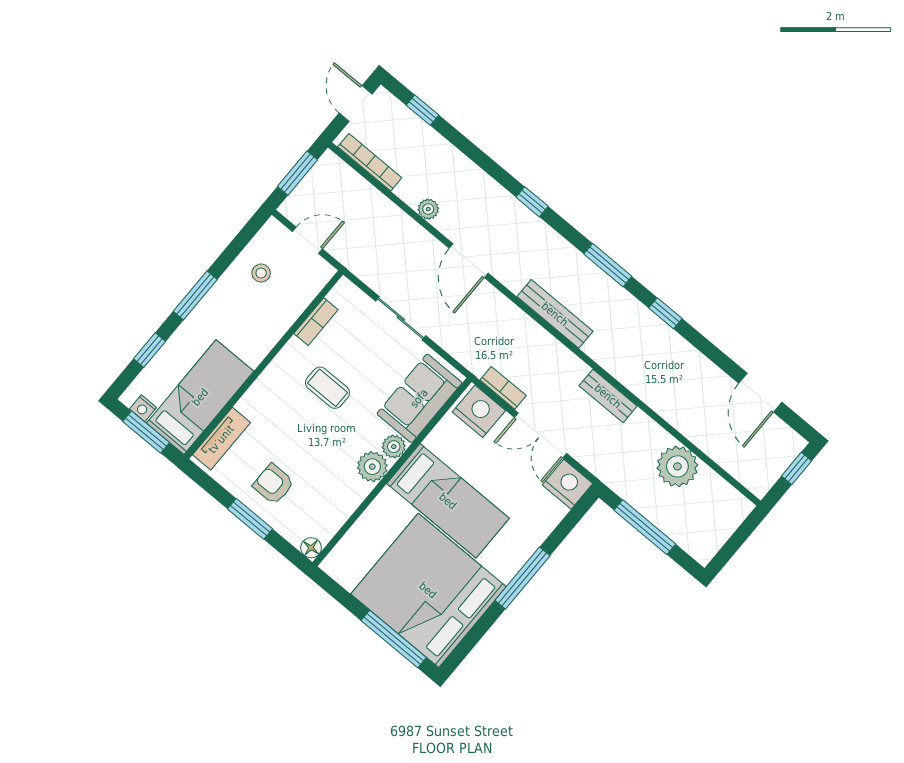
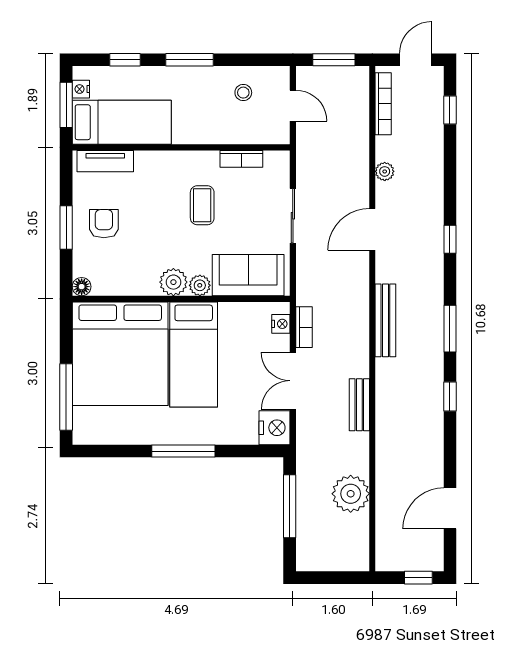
nightstand: (479, 411) -> (281, 324), width x0.53, depth x0.56
bed: (428, 590) -> (120, 354), moved, turned 180

